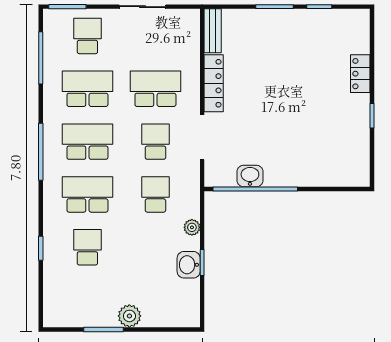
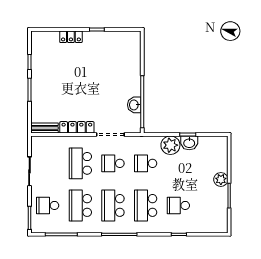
plant: (192, 227) -> (170, 145), width x1.88, depth x1.88

